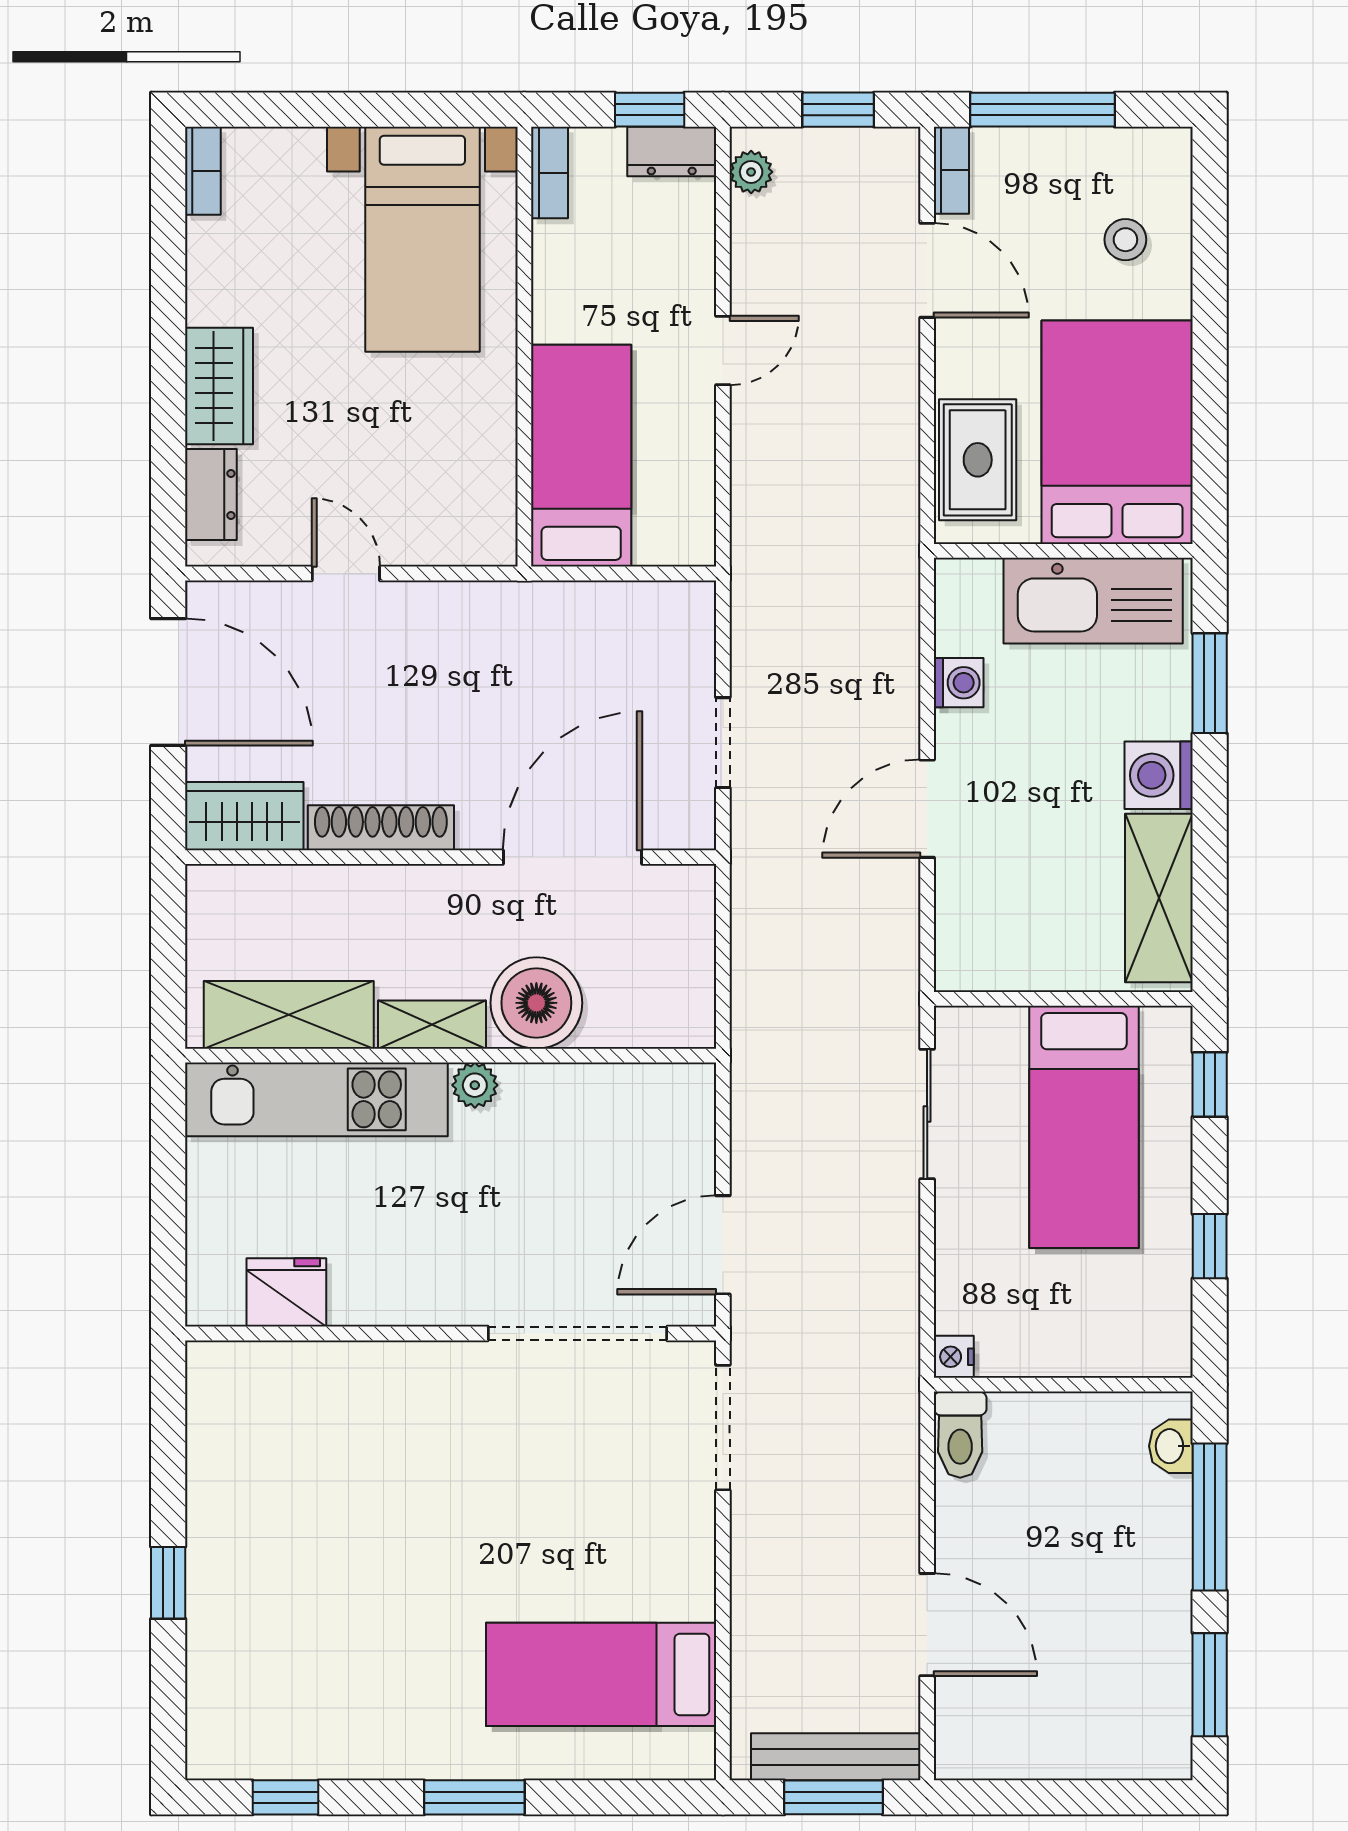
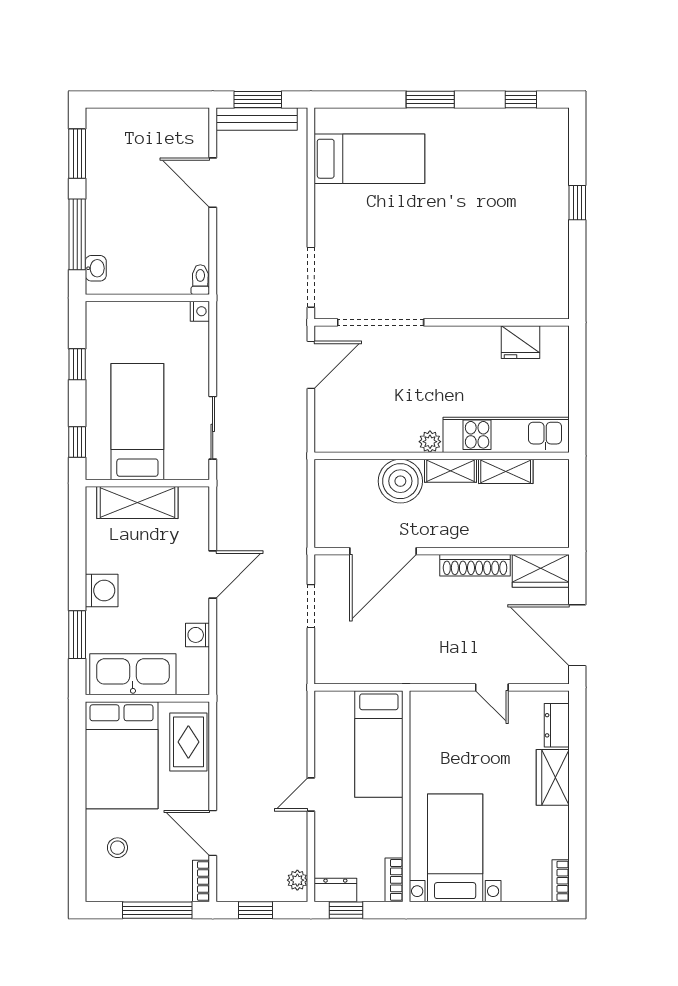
shelving: (1159, 898) -> (137, 503), moved, turned 90
shelving: (289, 1015) -> (506, 471), width x0.67, depth x0.75
toilet: (960, 1435) -> (200, 280), width x0.73, depth x0.72

